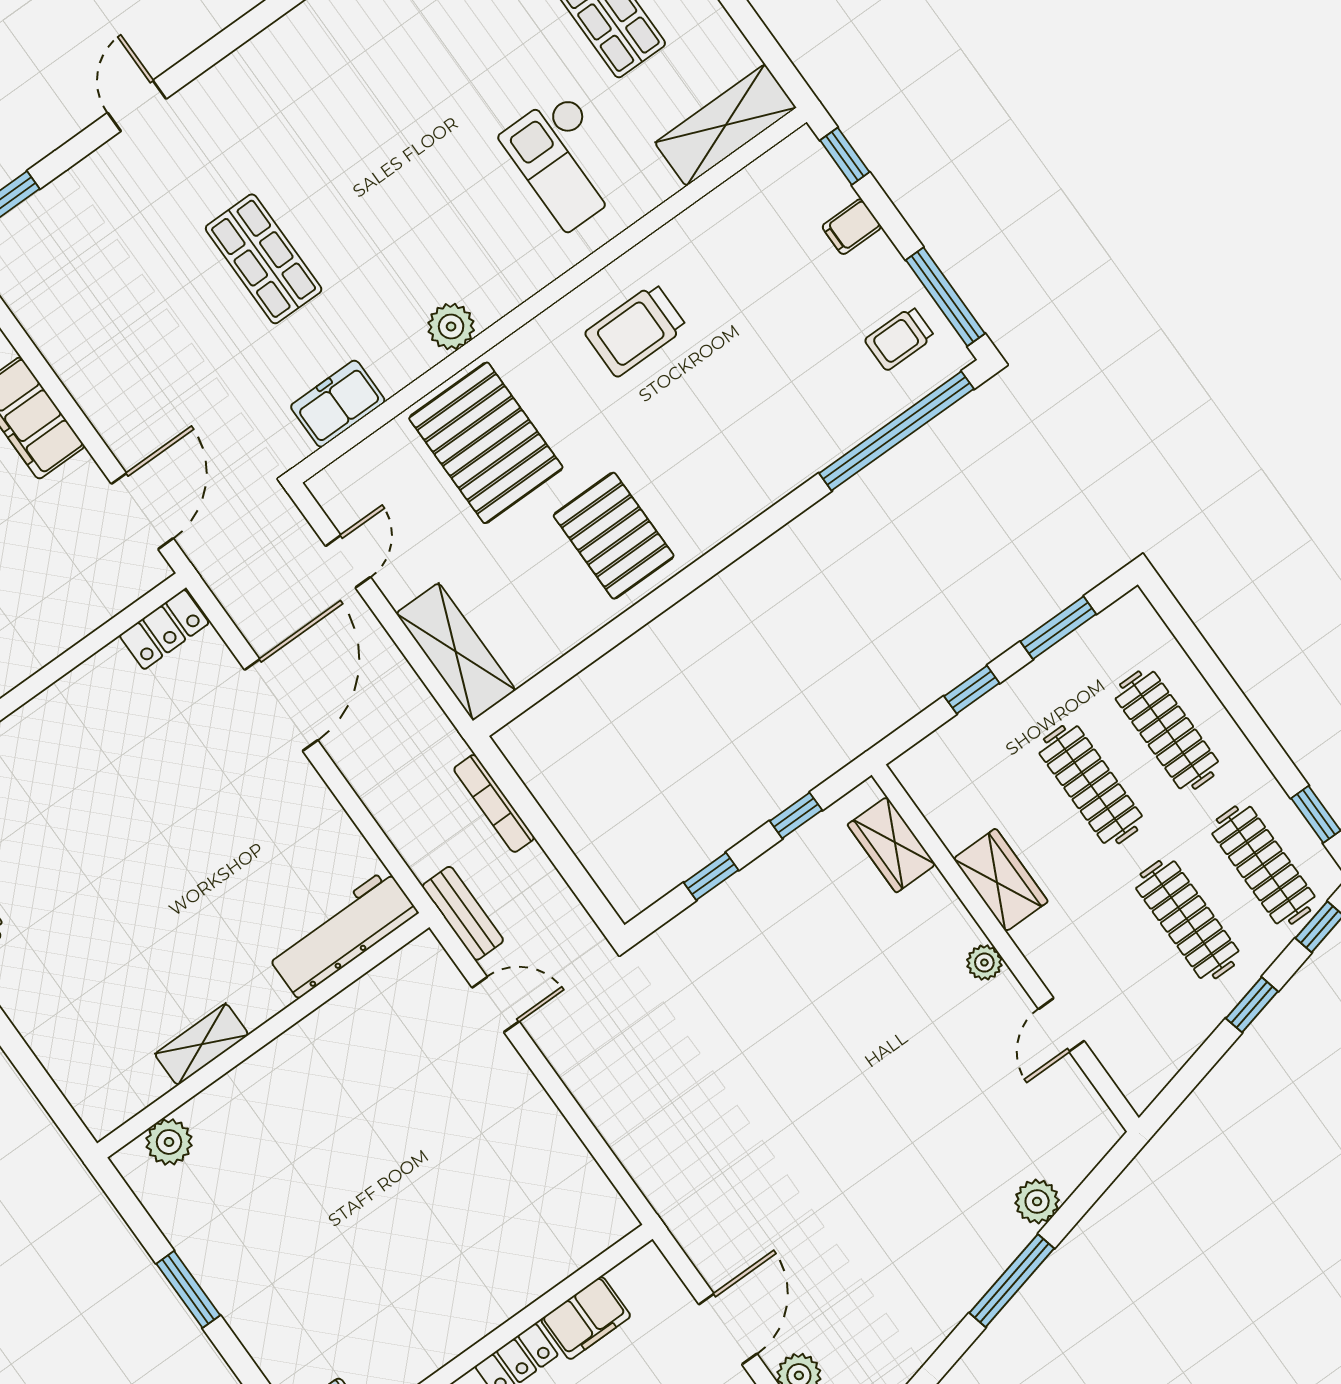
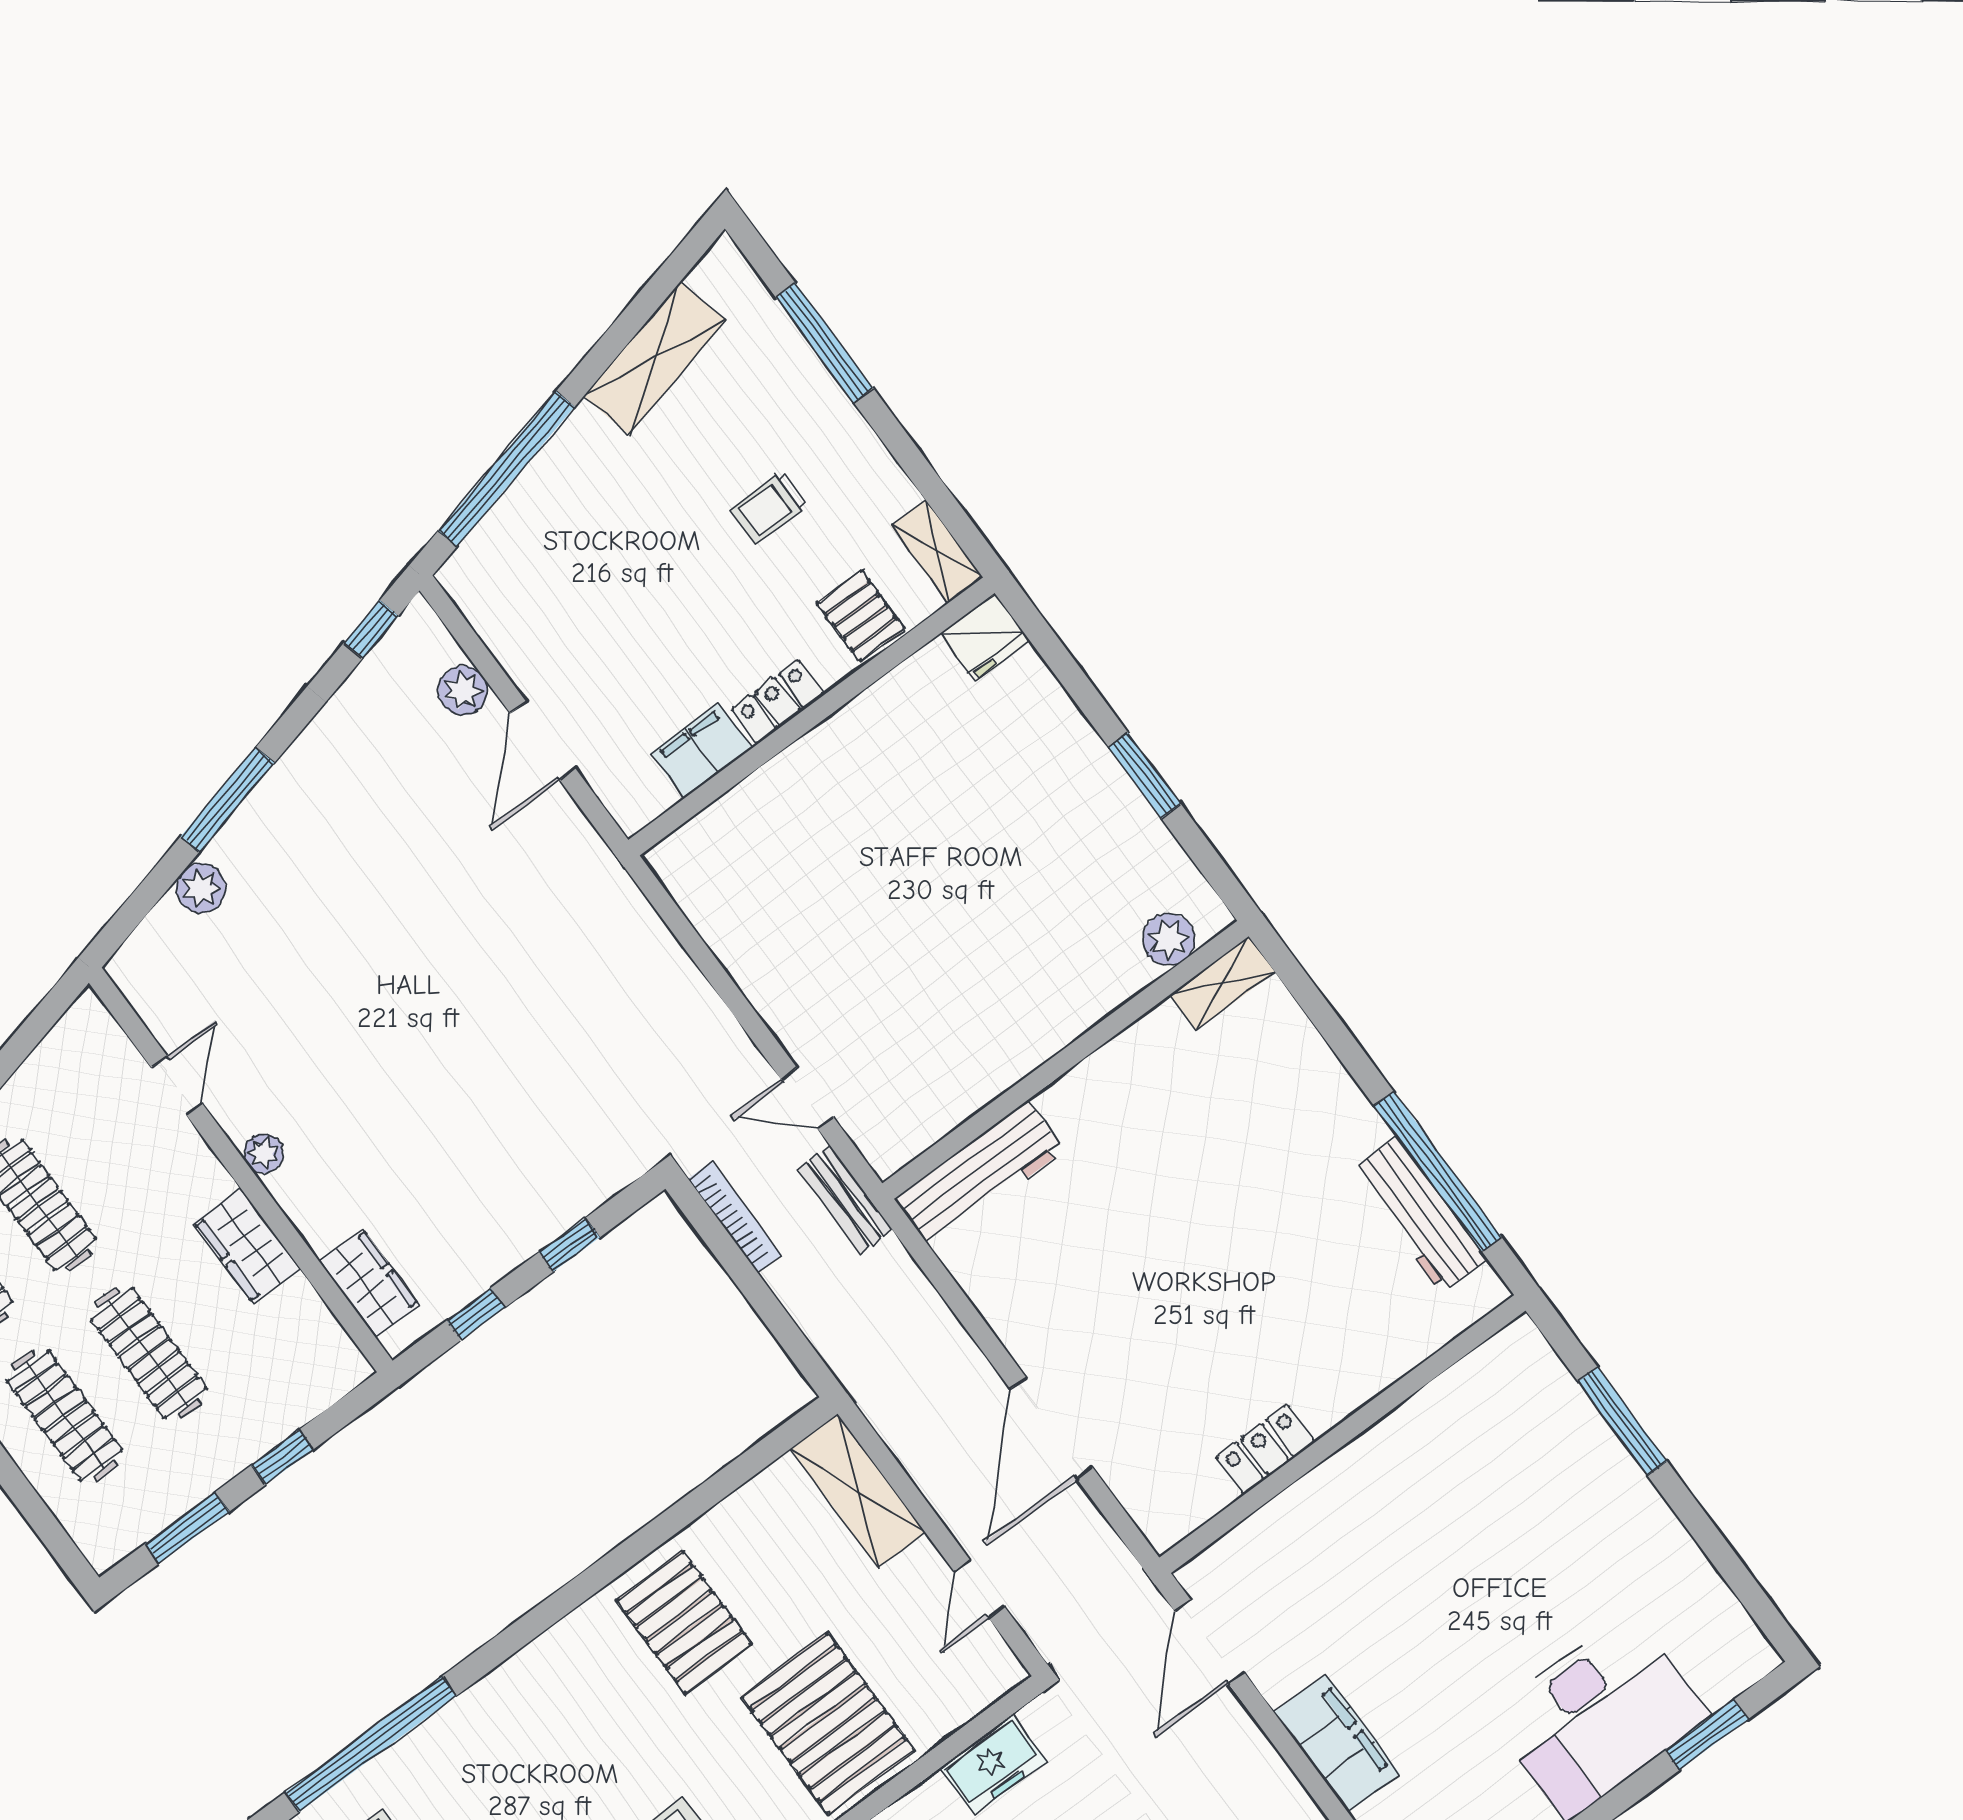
locker: (164, 629) -> (1265, 1450), moved
bookcase: (494, 803) -> (735, 1217), moved
shelving: (202, 1044) -> (1222, 983), moved

